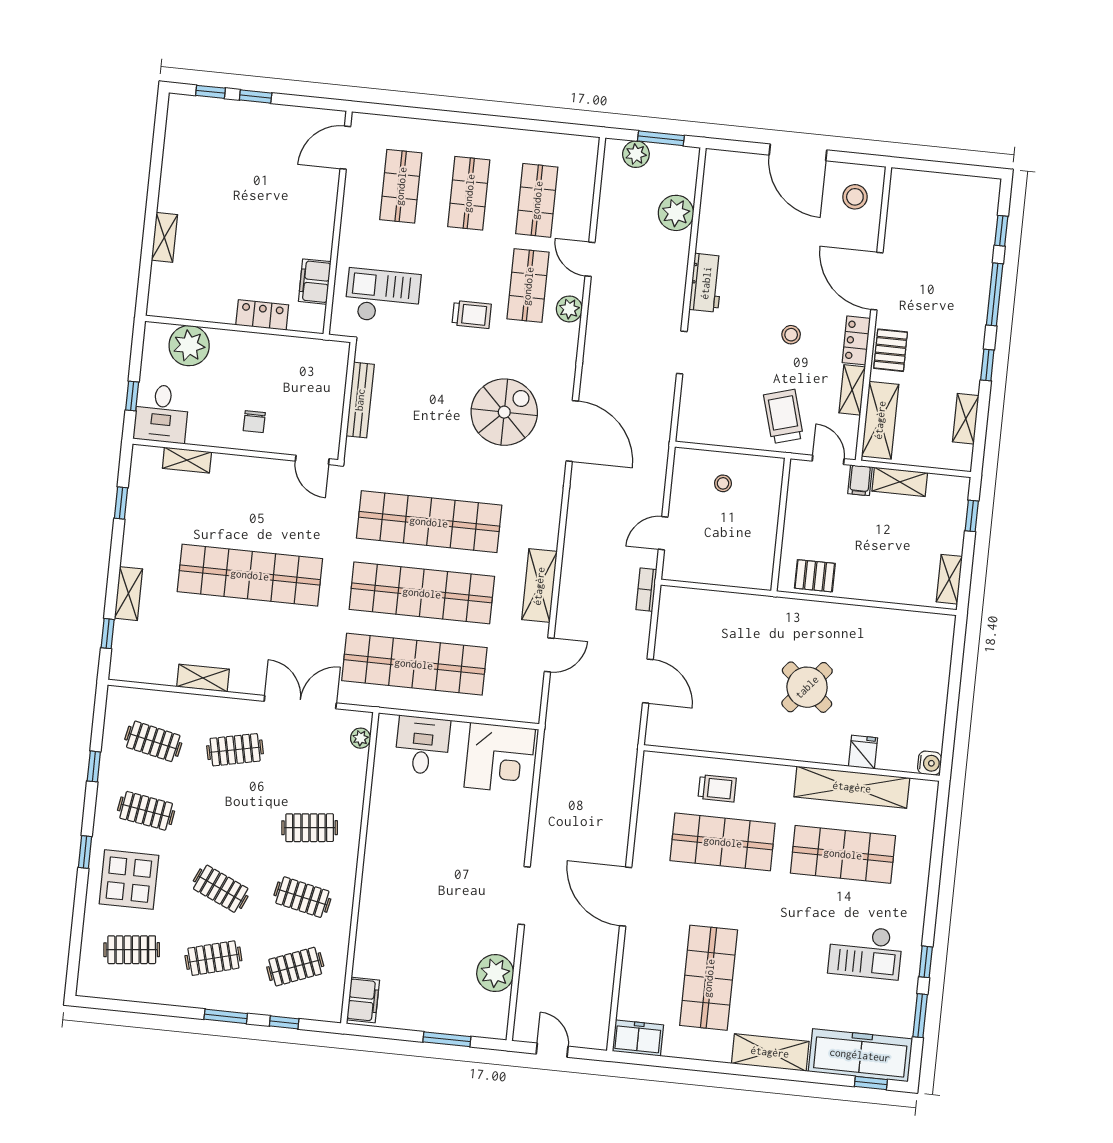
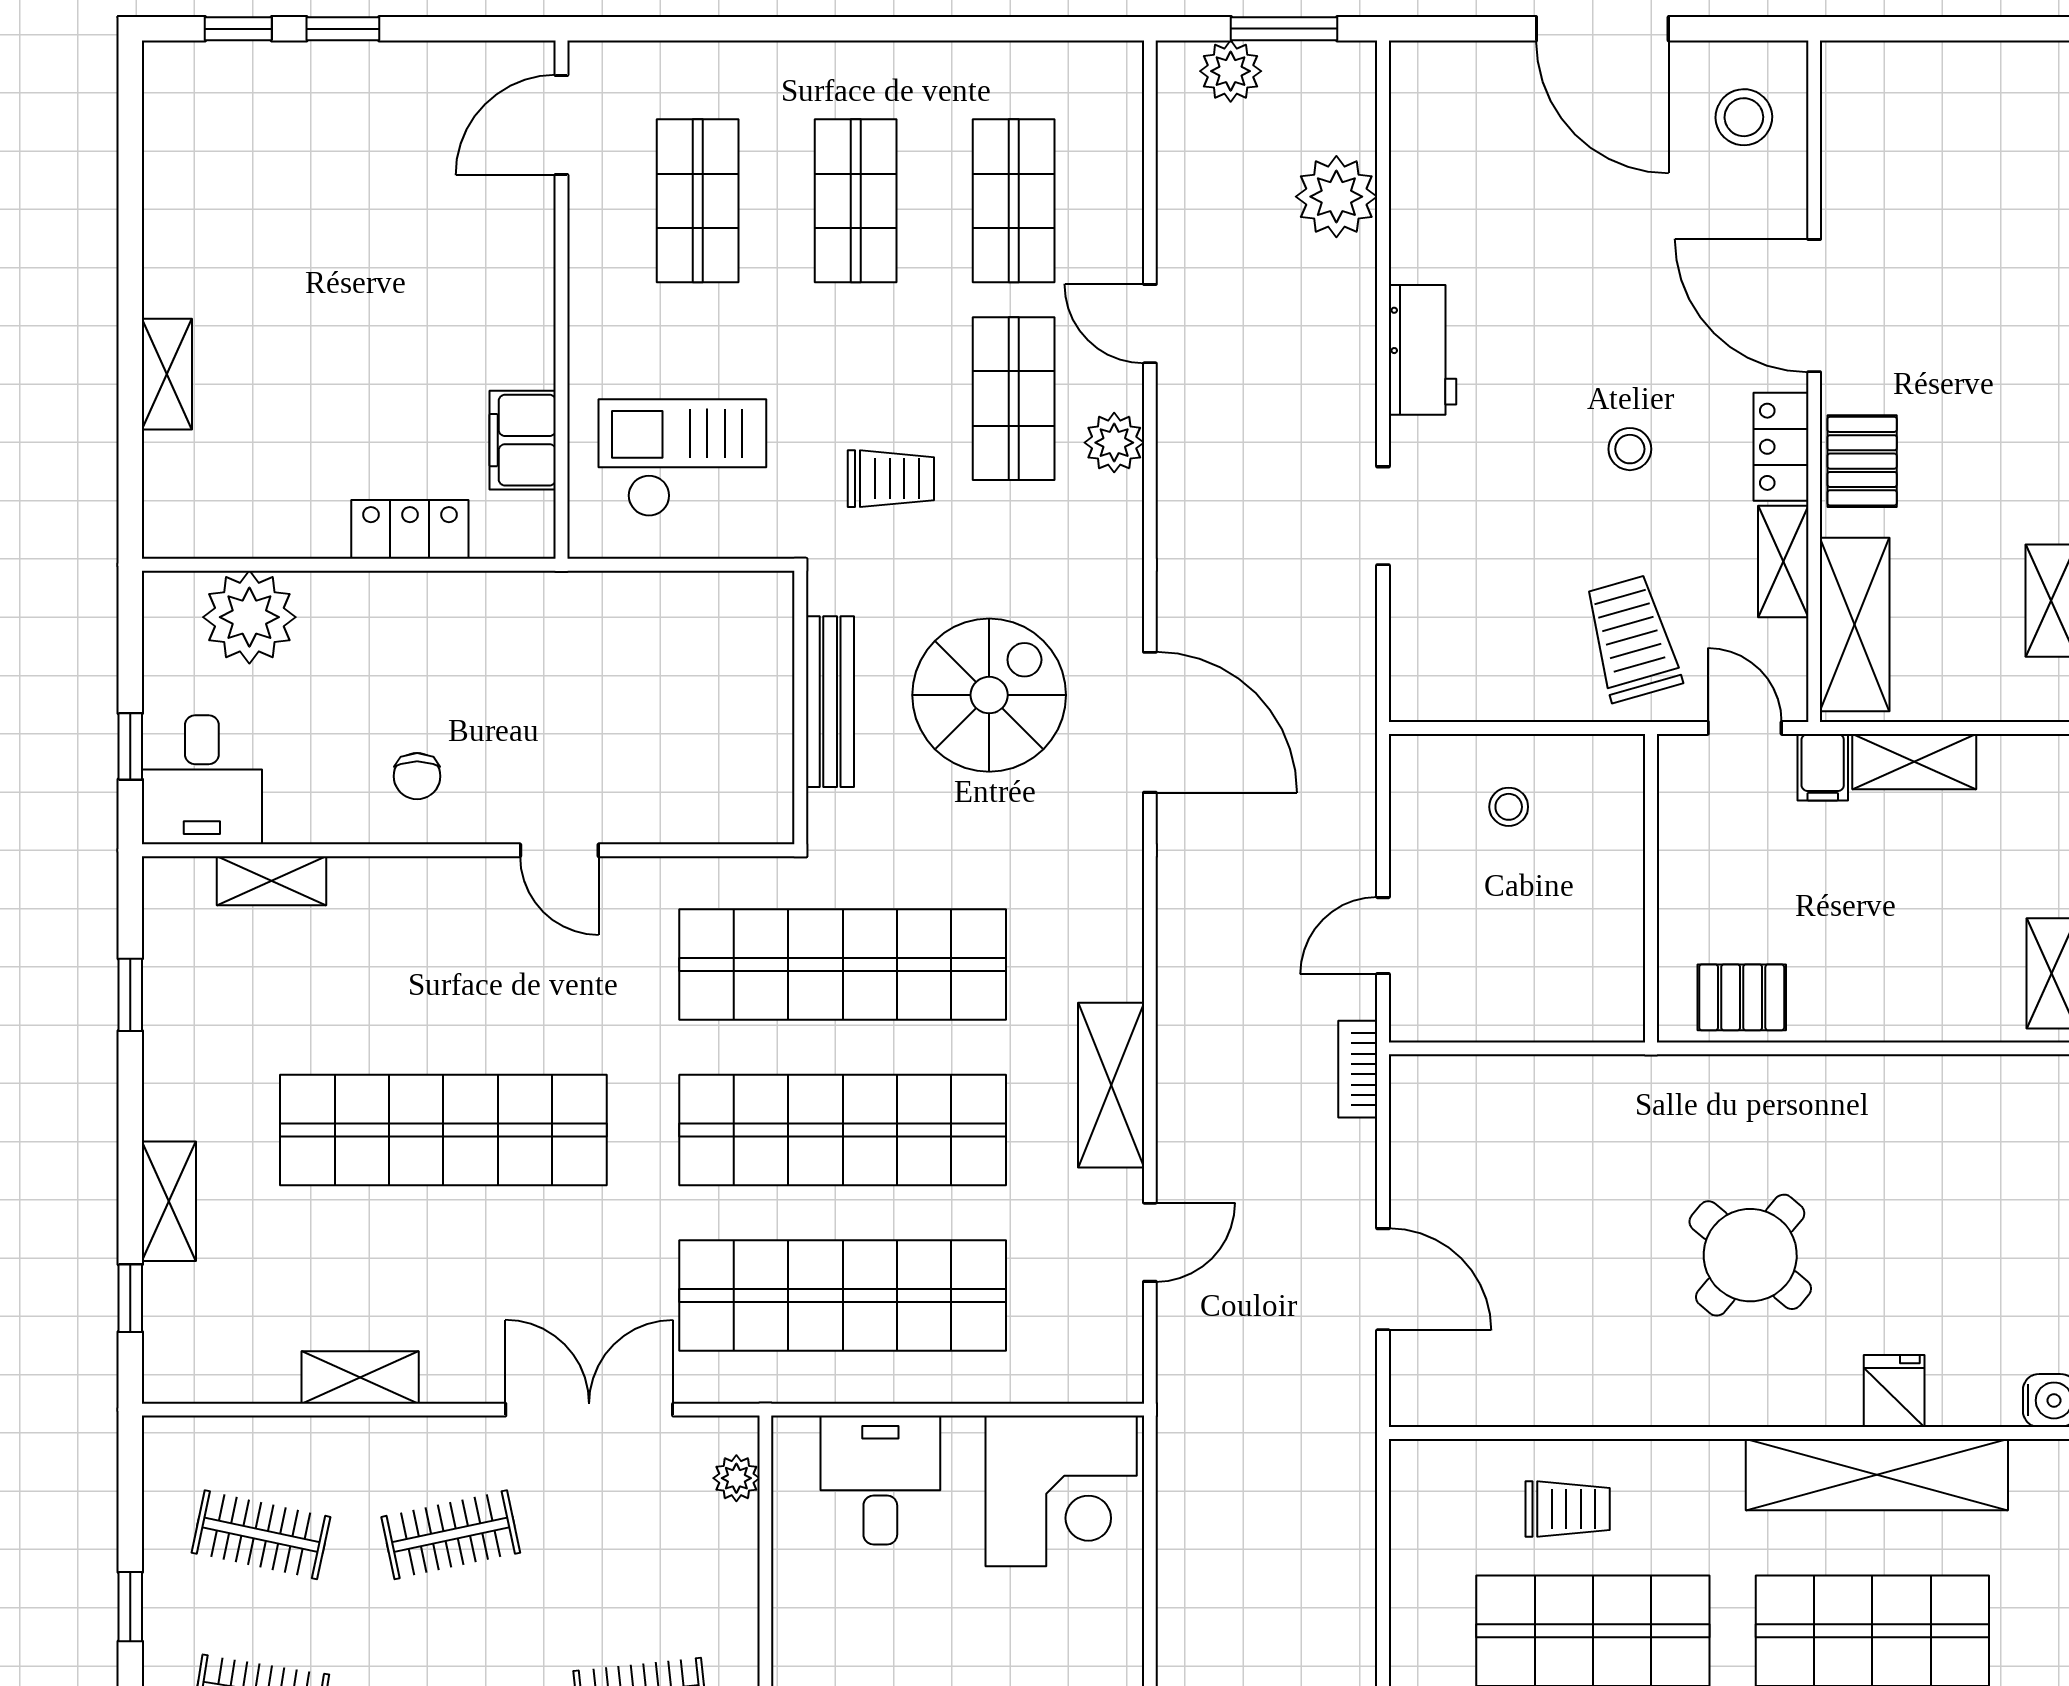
bench: (360, 400) -> (830, 702), moved
wall: (347, 401) -> (800, 708), moved

